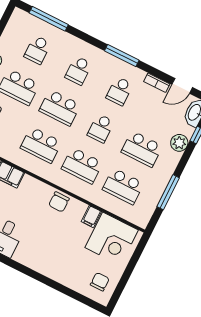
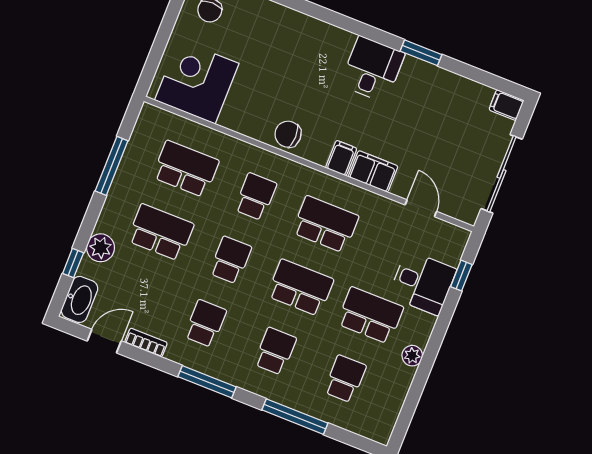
window: (49, 19) -> (295, 417), moved
school desk: (82, 166) -> (256, 197), width x0.54
chair: (59, 202) -> (288, 134), turned -90
filing cabinet: (91, 216) -> (341, 158), moved

